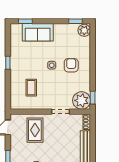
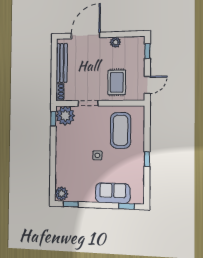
armchair: (71, 65) -> (76, 155), removed
coffee table: (31, 88) -> (121, 130), width x1.86, depth x1.72

